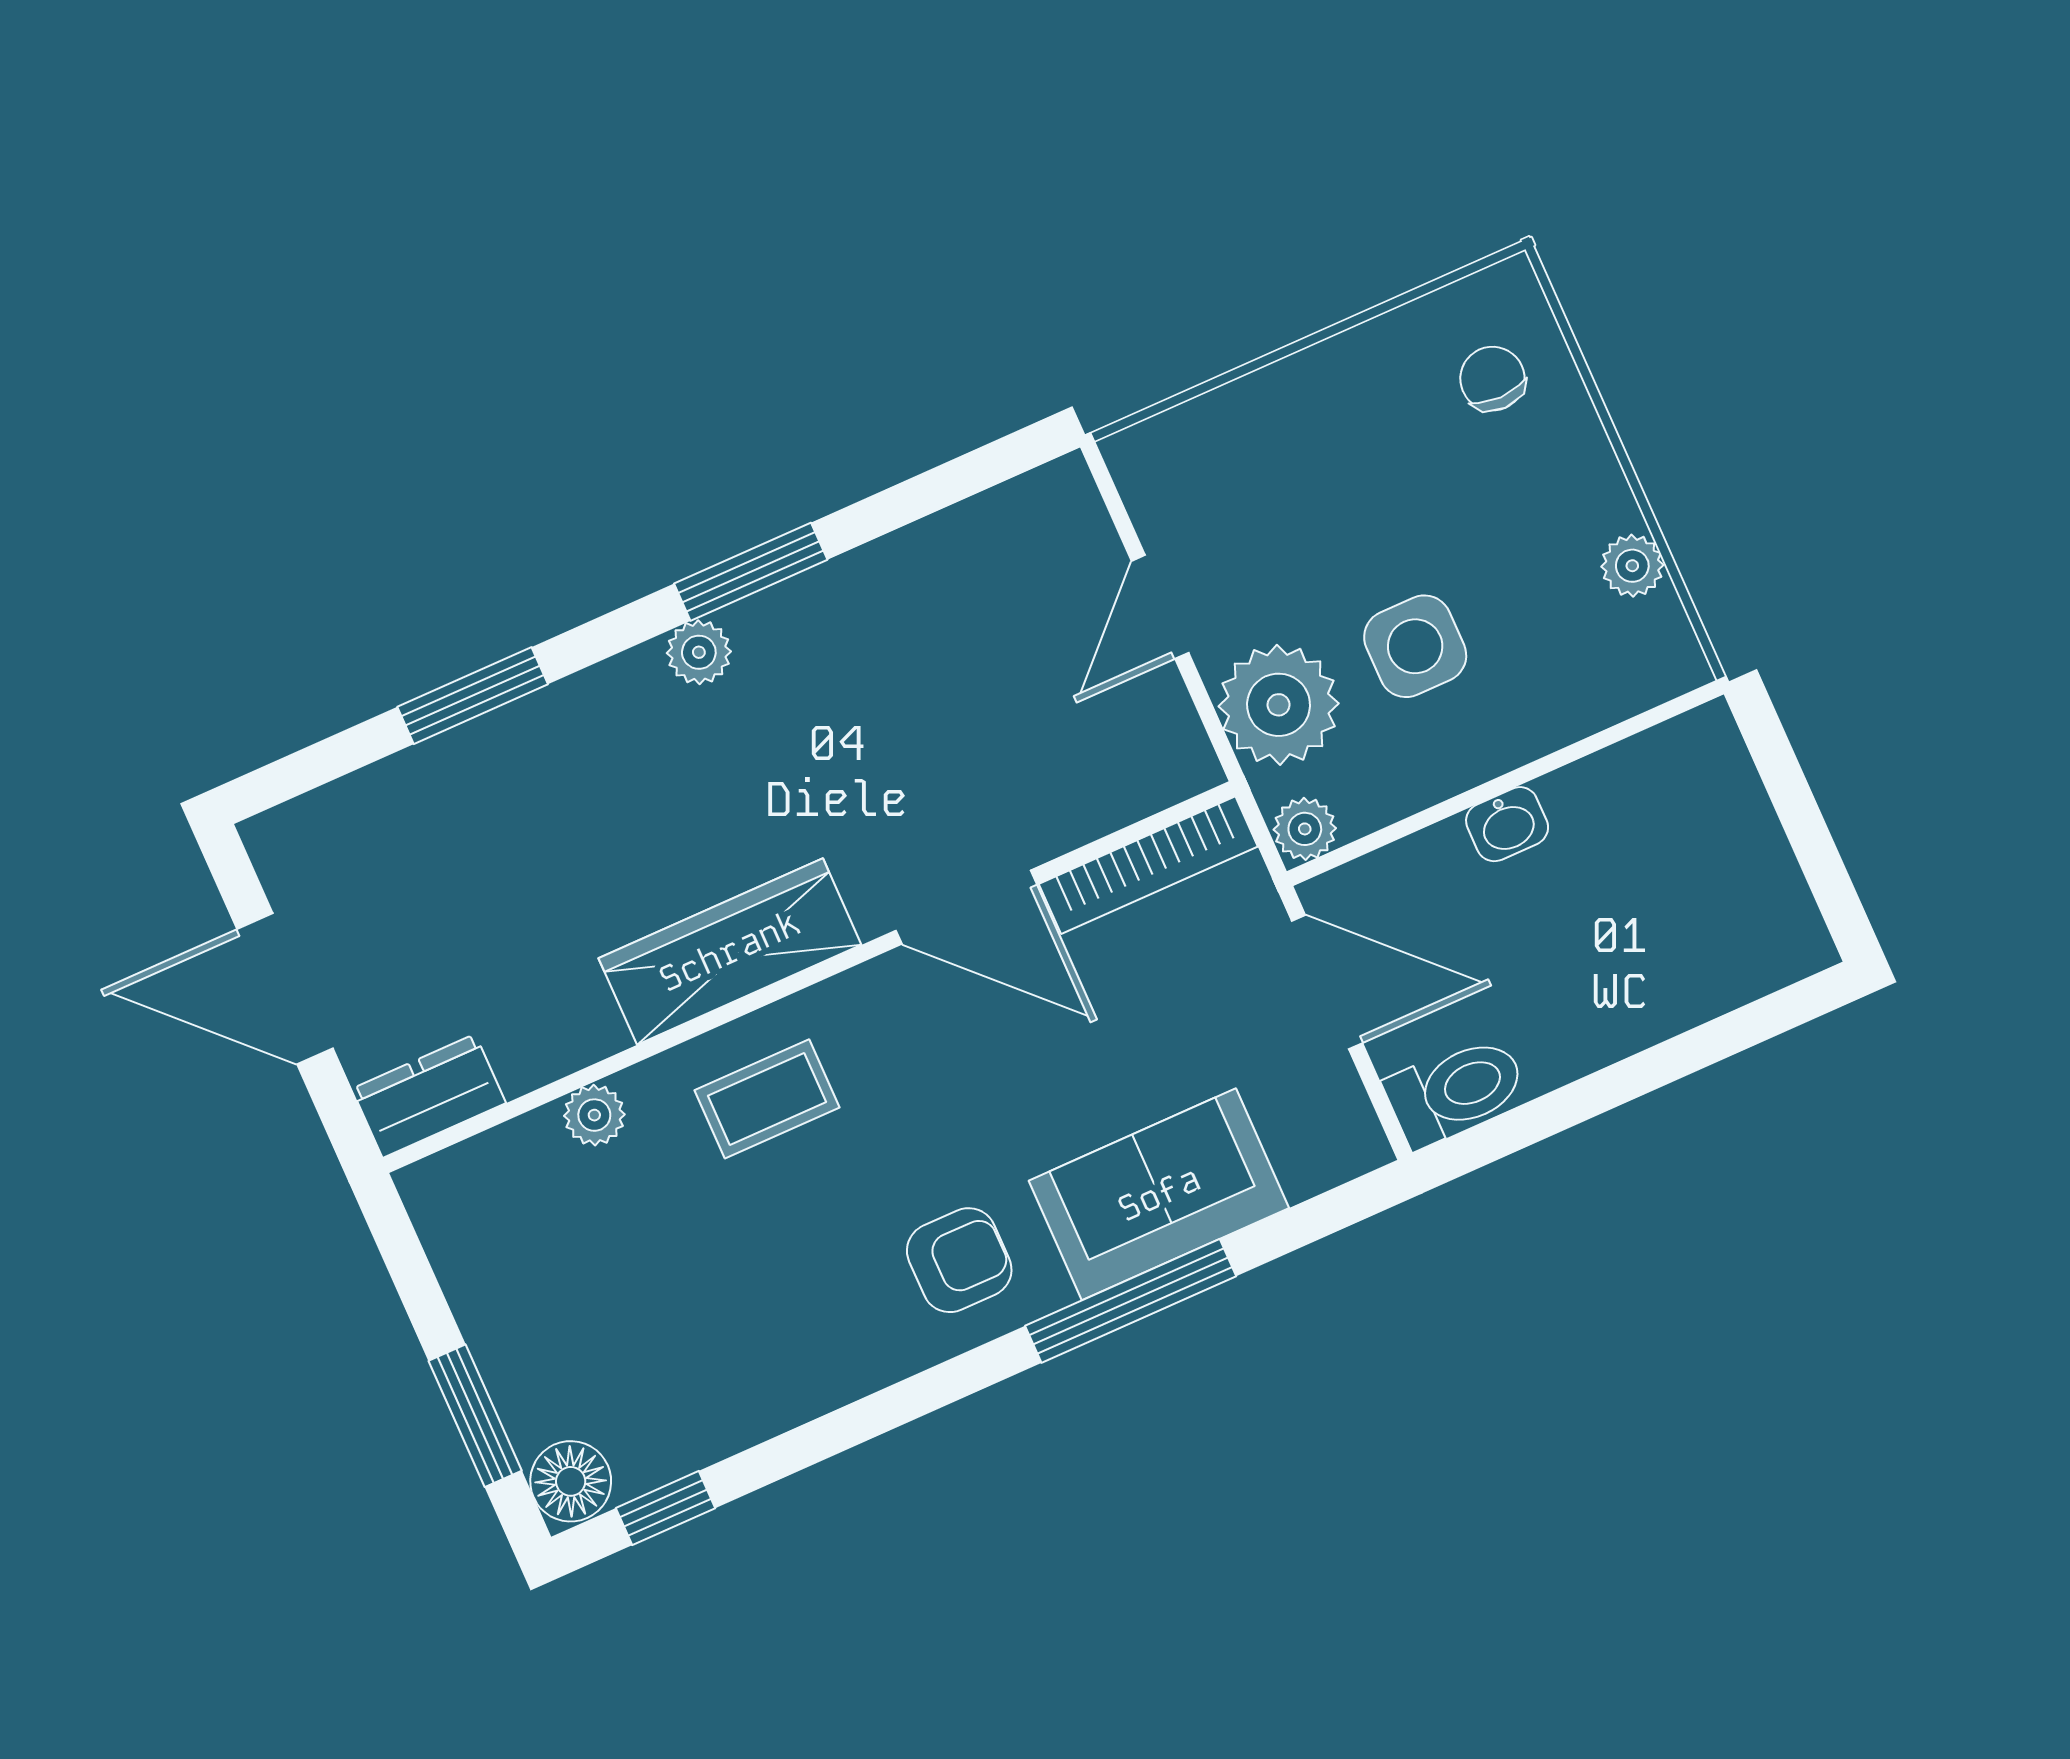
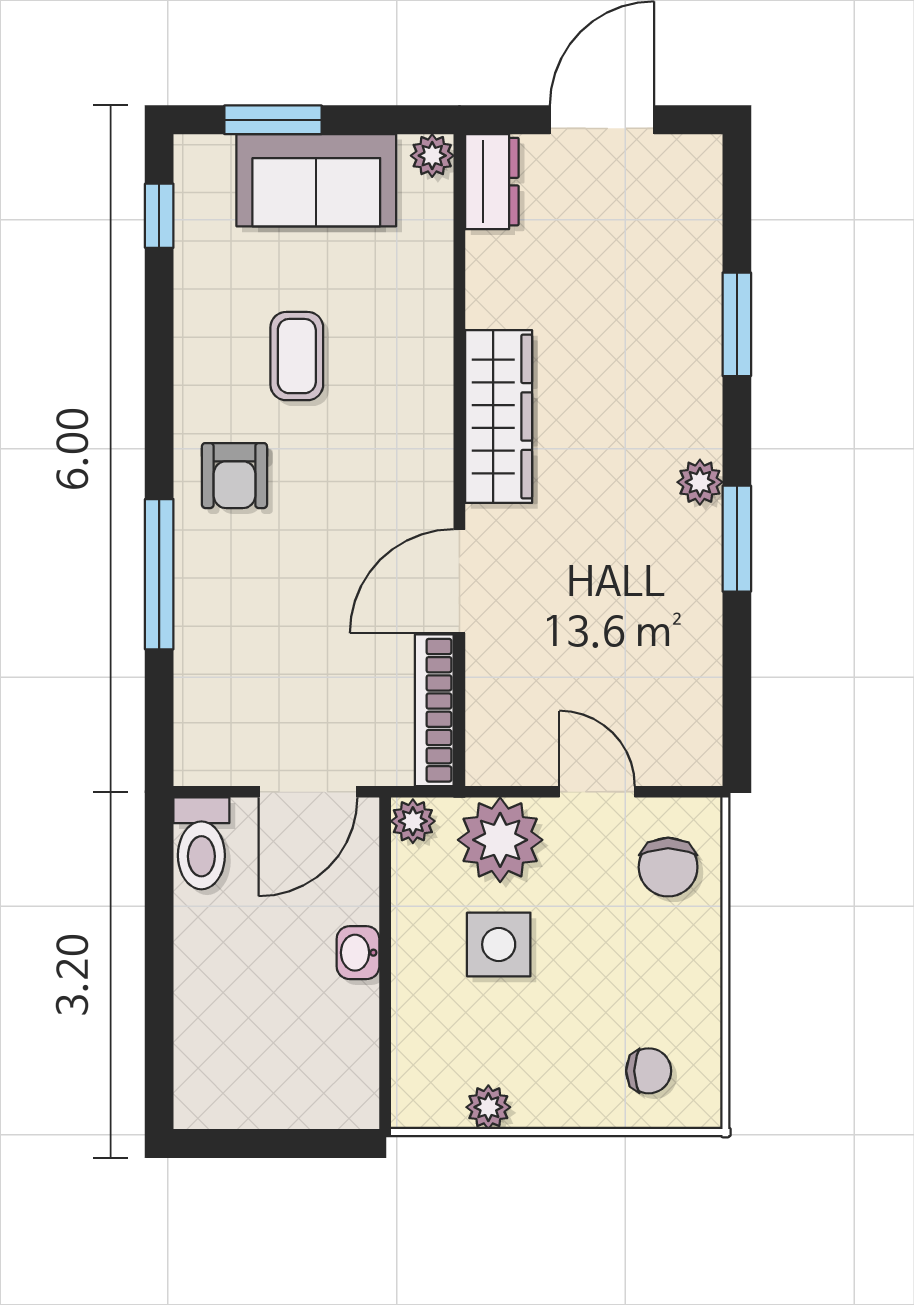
chair: (1217, 471) -> (668, 867), added
coffee table: (767, 1099) -> (297, 356), moved
plant: (594, 1115) -> (432, 156), moved
sofa: (1159, 1194) -> (316, 180), moved, turned 90
floor lamp: (571, 1481) -> (203, 162), removed

